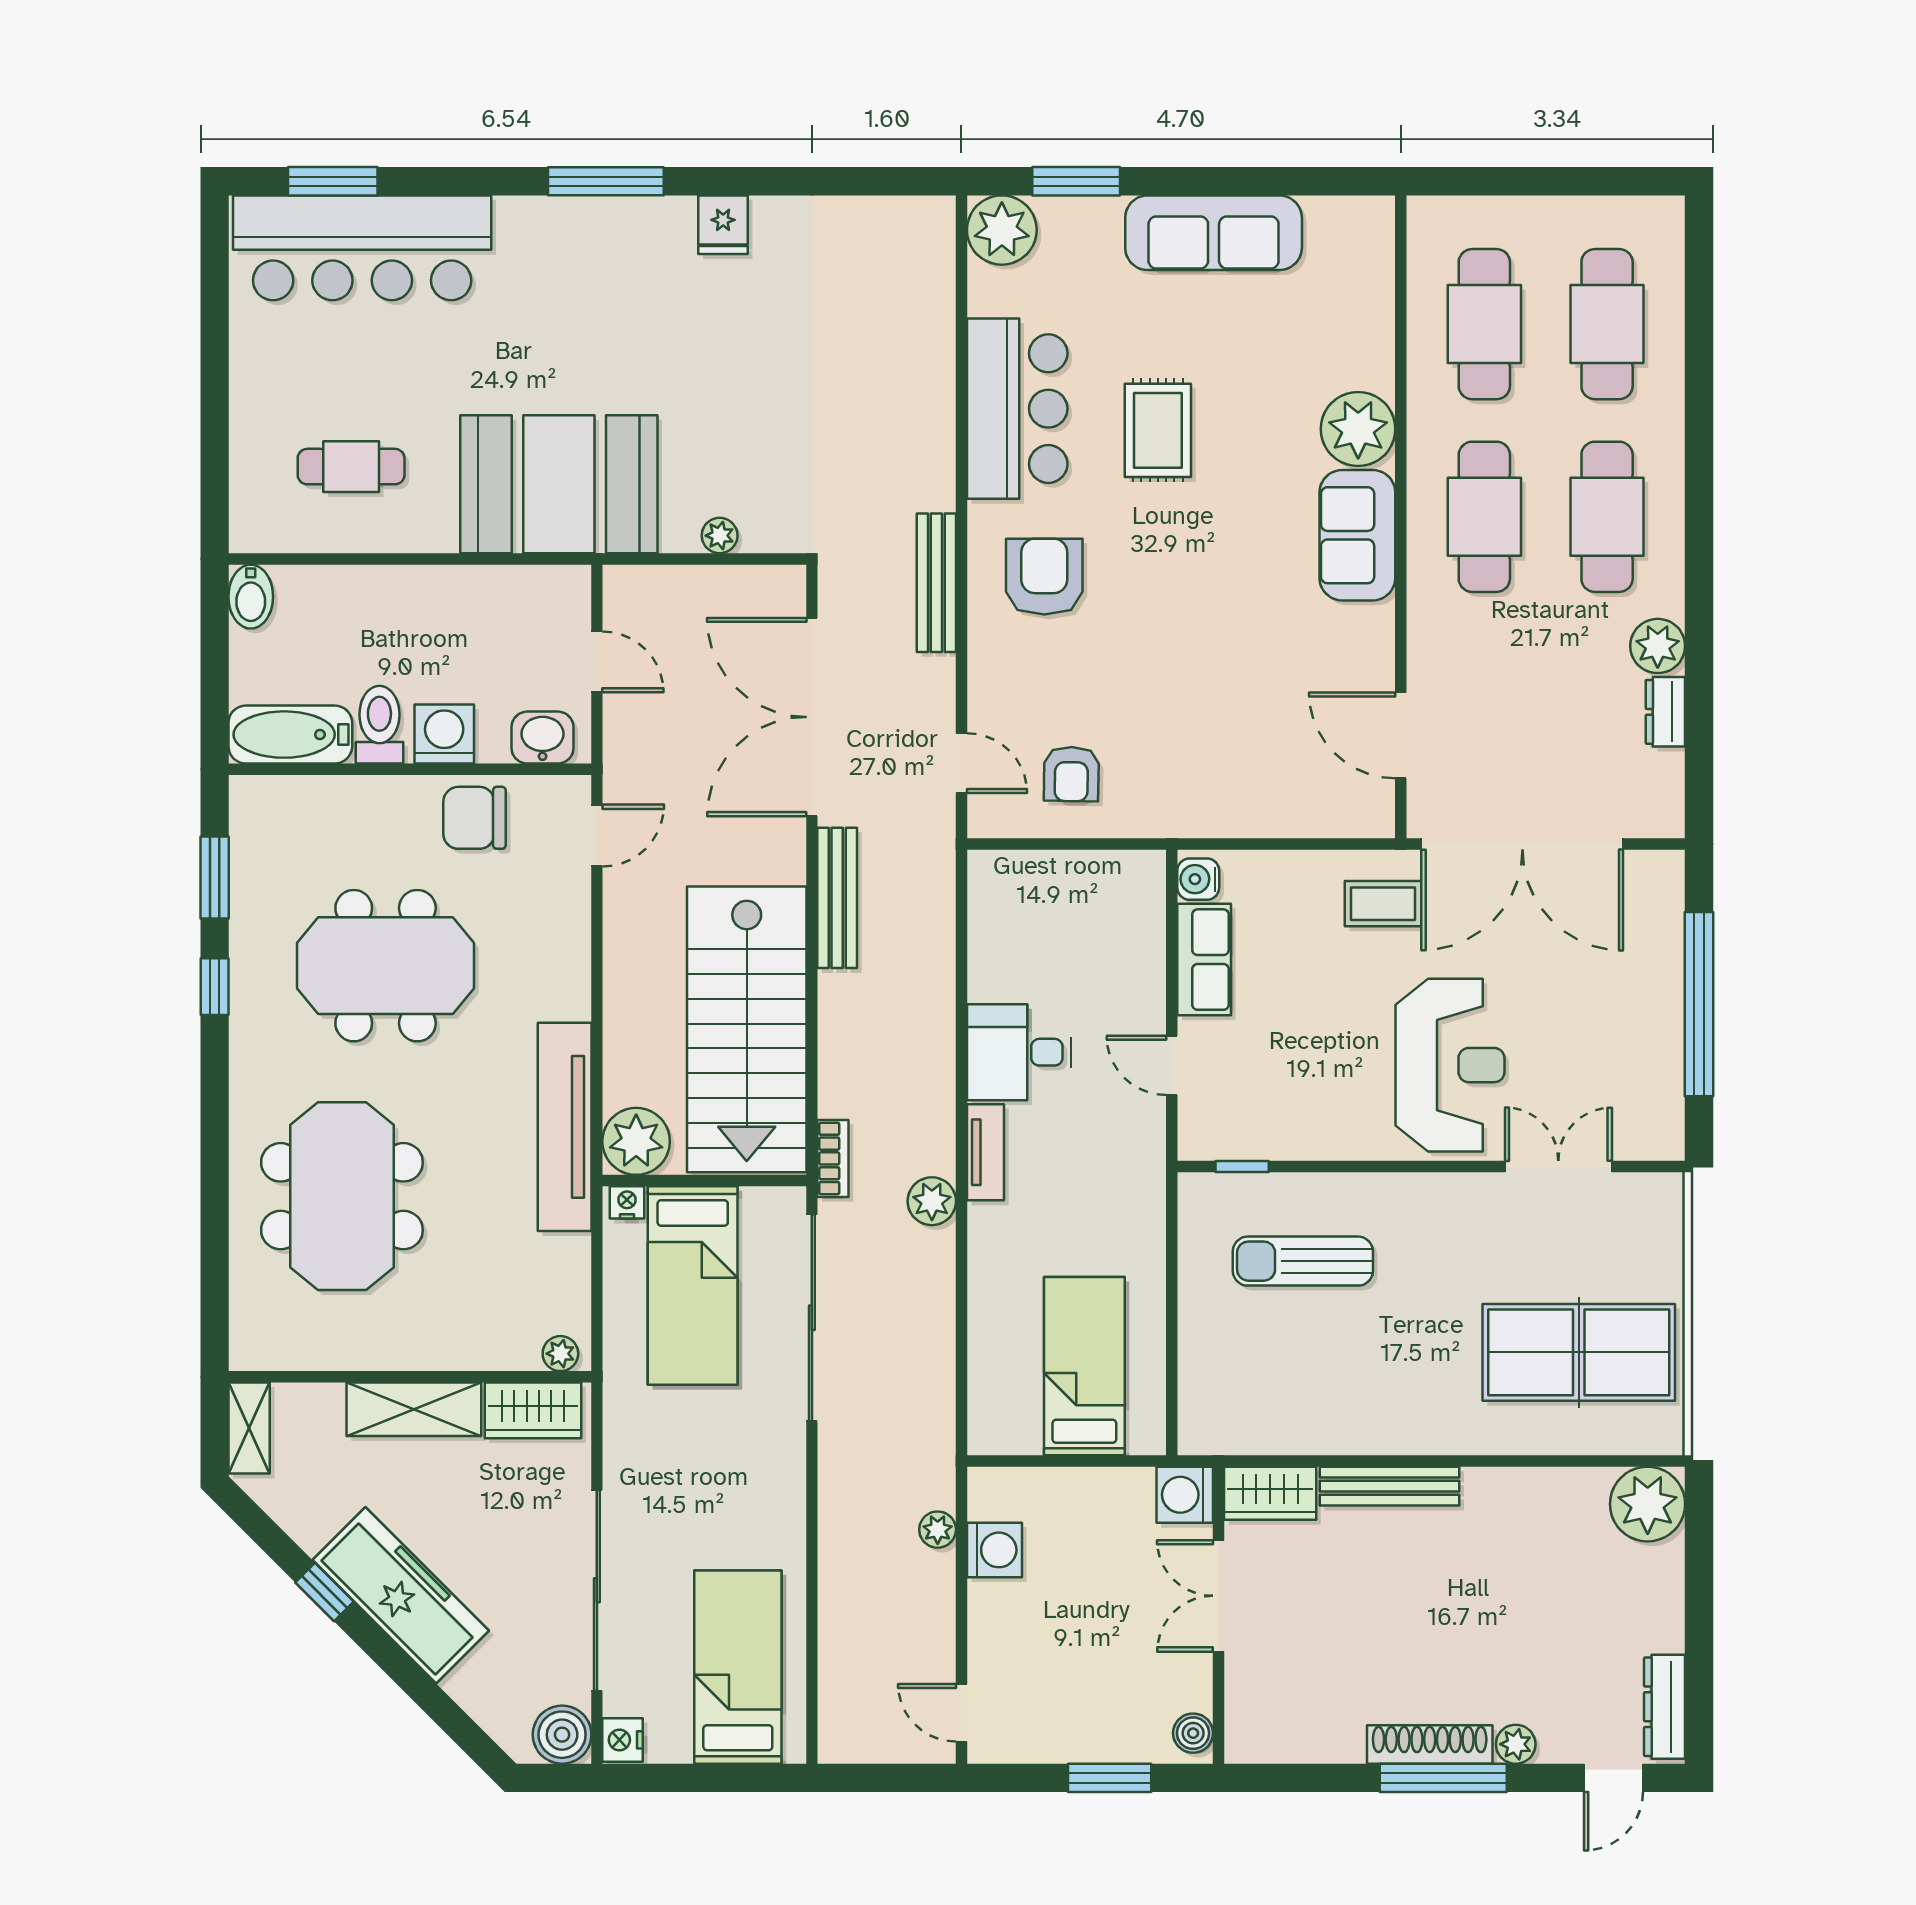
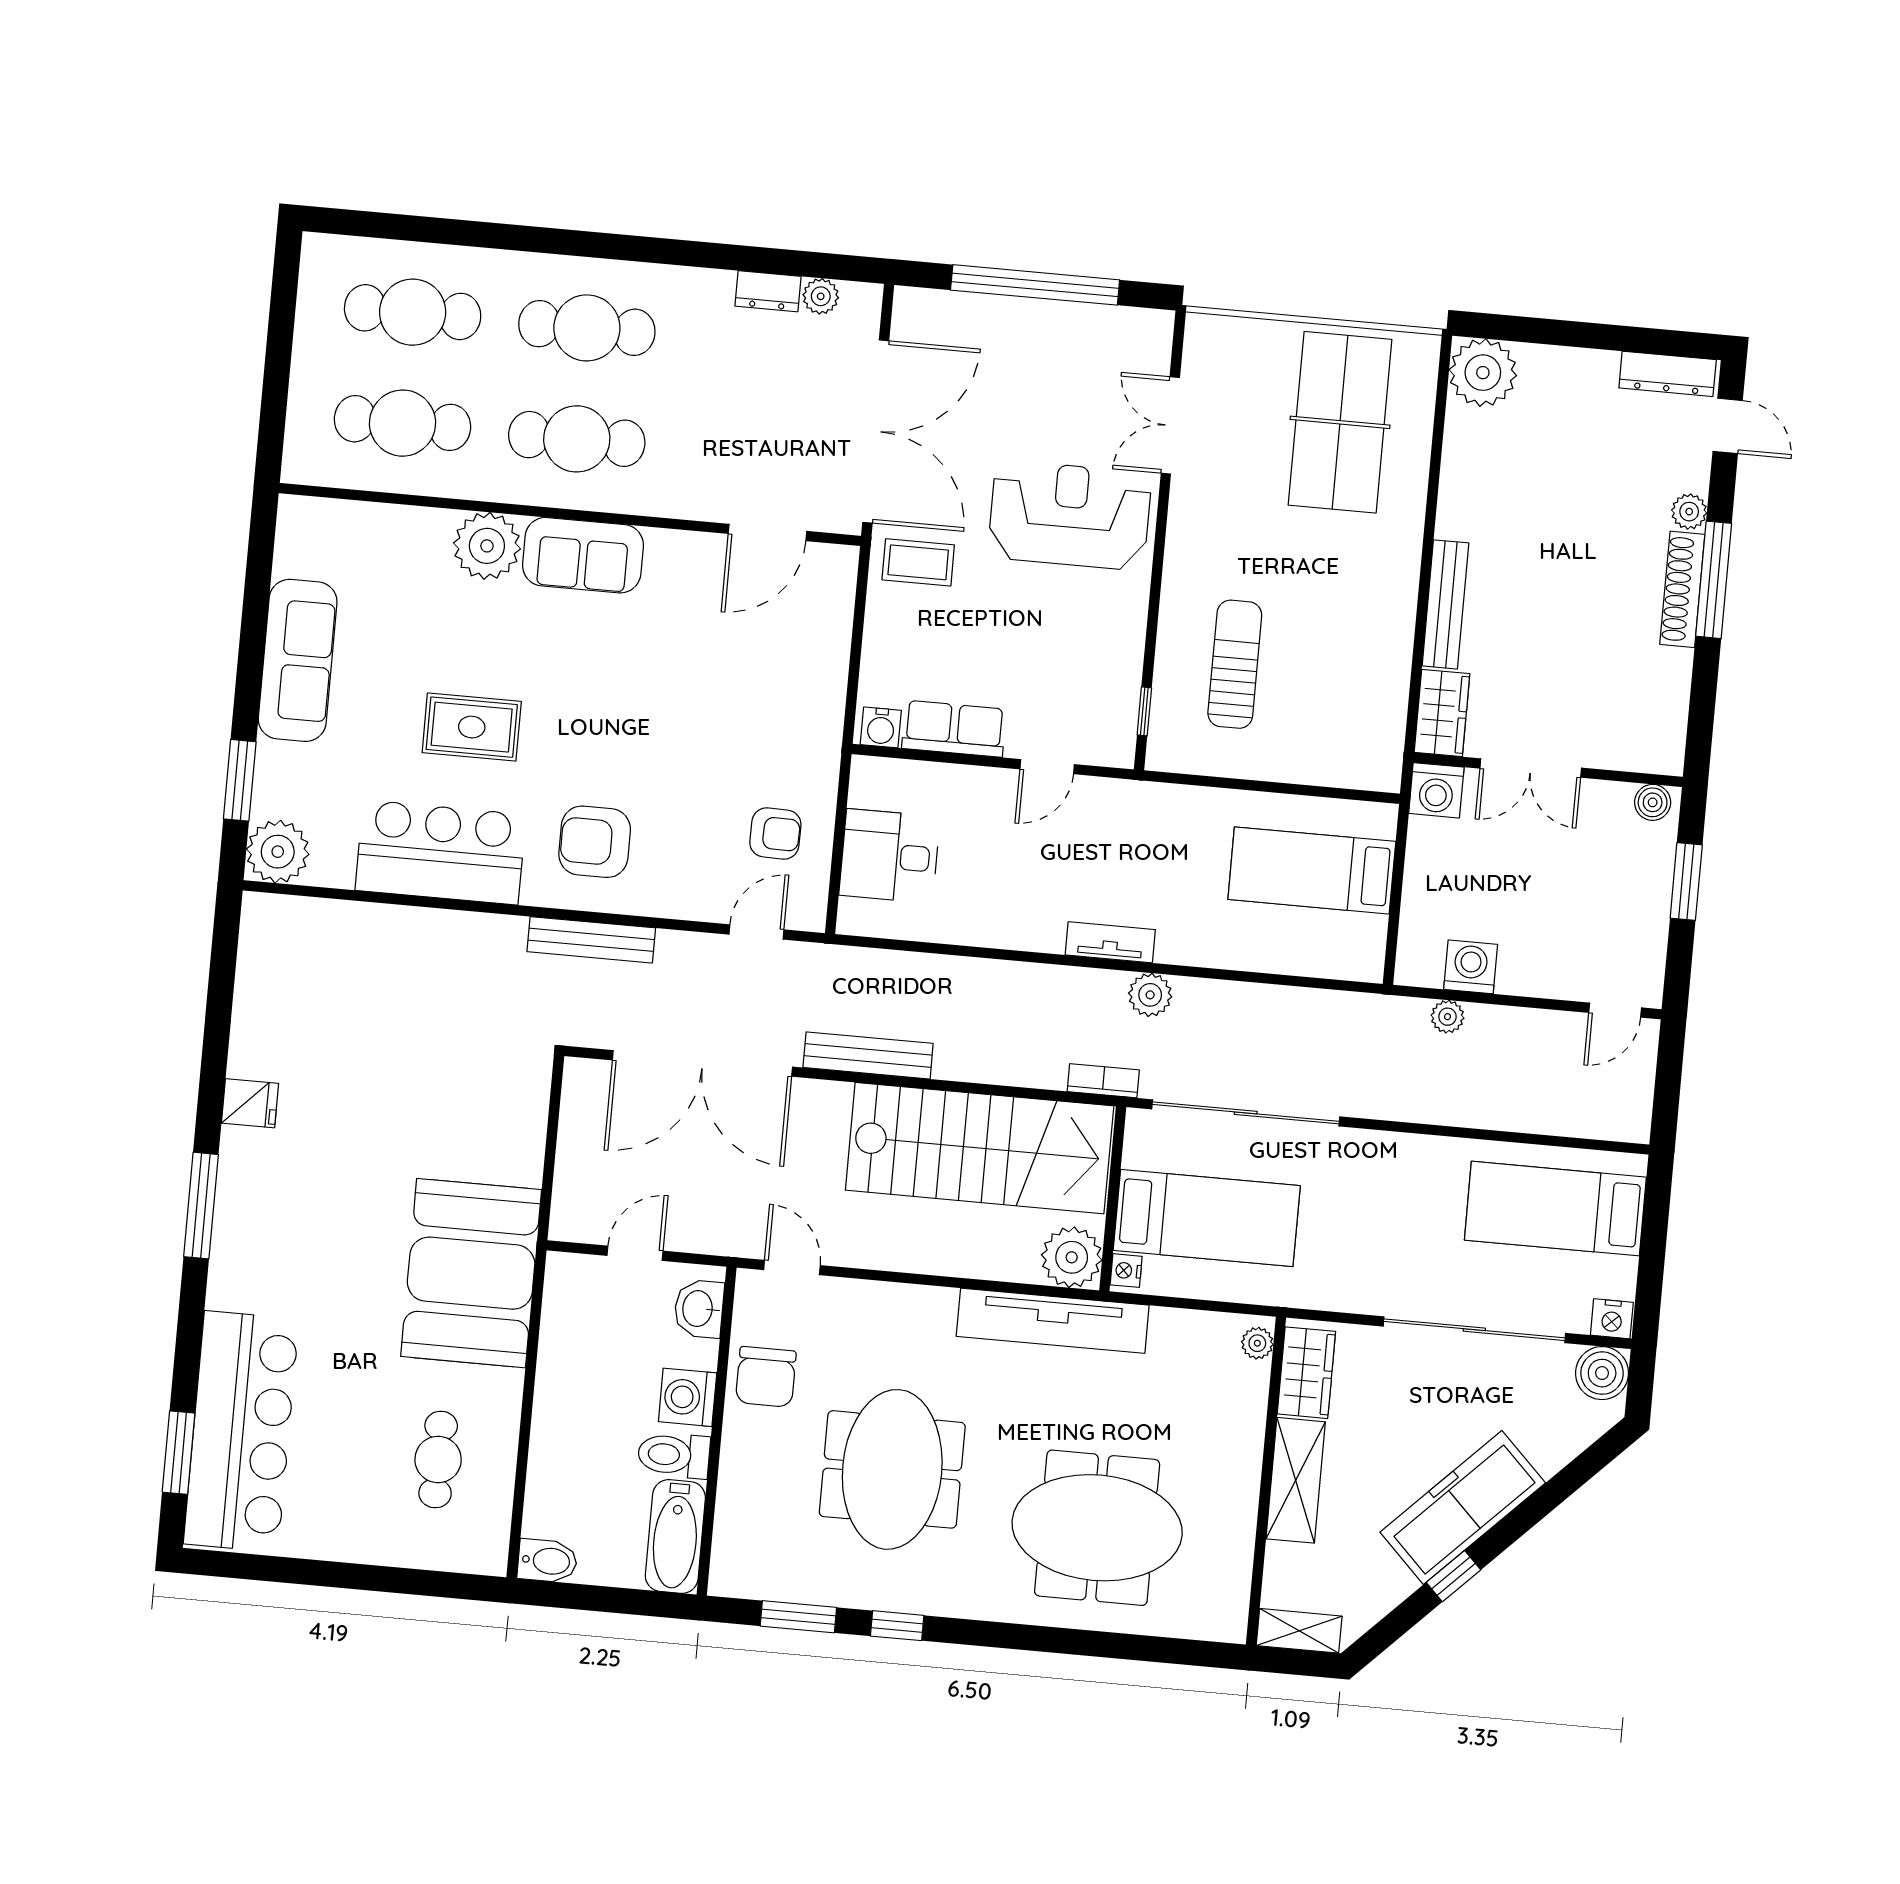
plant: (720, 536) -> (531, 1132), removed
plant: (1658, 646) -> (821, 296), moved, width x0.73, depth x0.73
coffee table: (1383, 904) -> (918, 562), turned 90
desk: (1019, 1052) -> (889, 856), moved, turned 90
sun lounger: (1303, 1261) -> (1235, 664), turned 180

